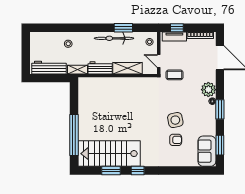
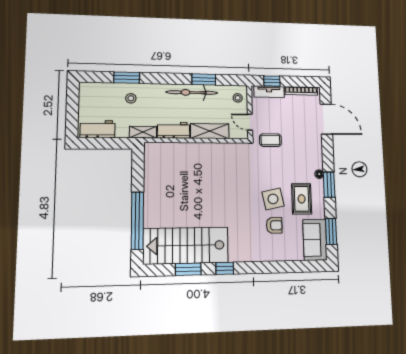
window: (65, 28) -> (127, 78), added
workbench: (49, 68) -> (98, 129), width x0.73
plant: (208, 90) -> (314, 159), removed
rug: (198, 120) -> (302, 199), added

